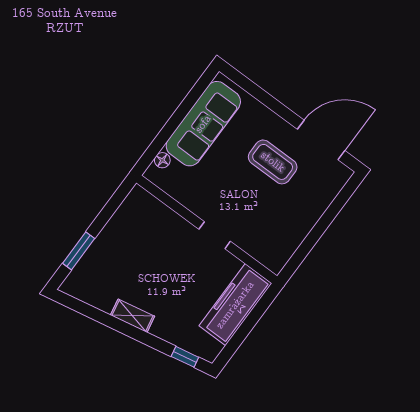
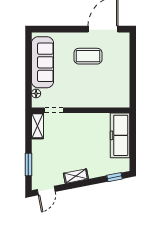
shelving: (131, 206) -> (37, 126), added
doorway: (215, 235) -> (54, 110), moved
door: (76, 305) -> (46, 191), added

